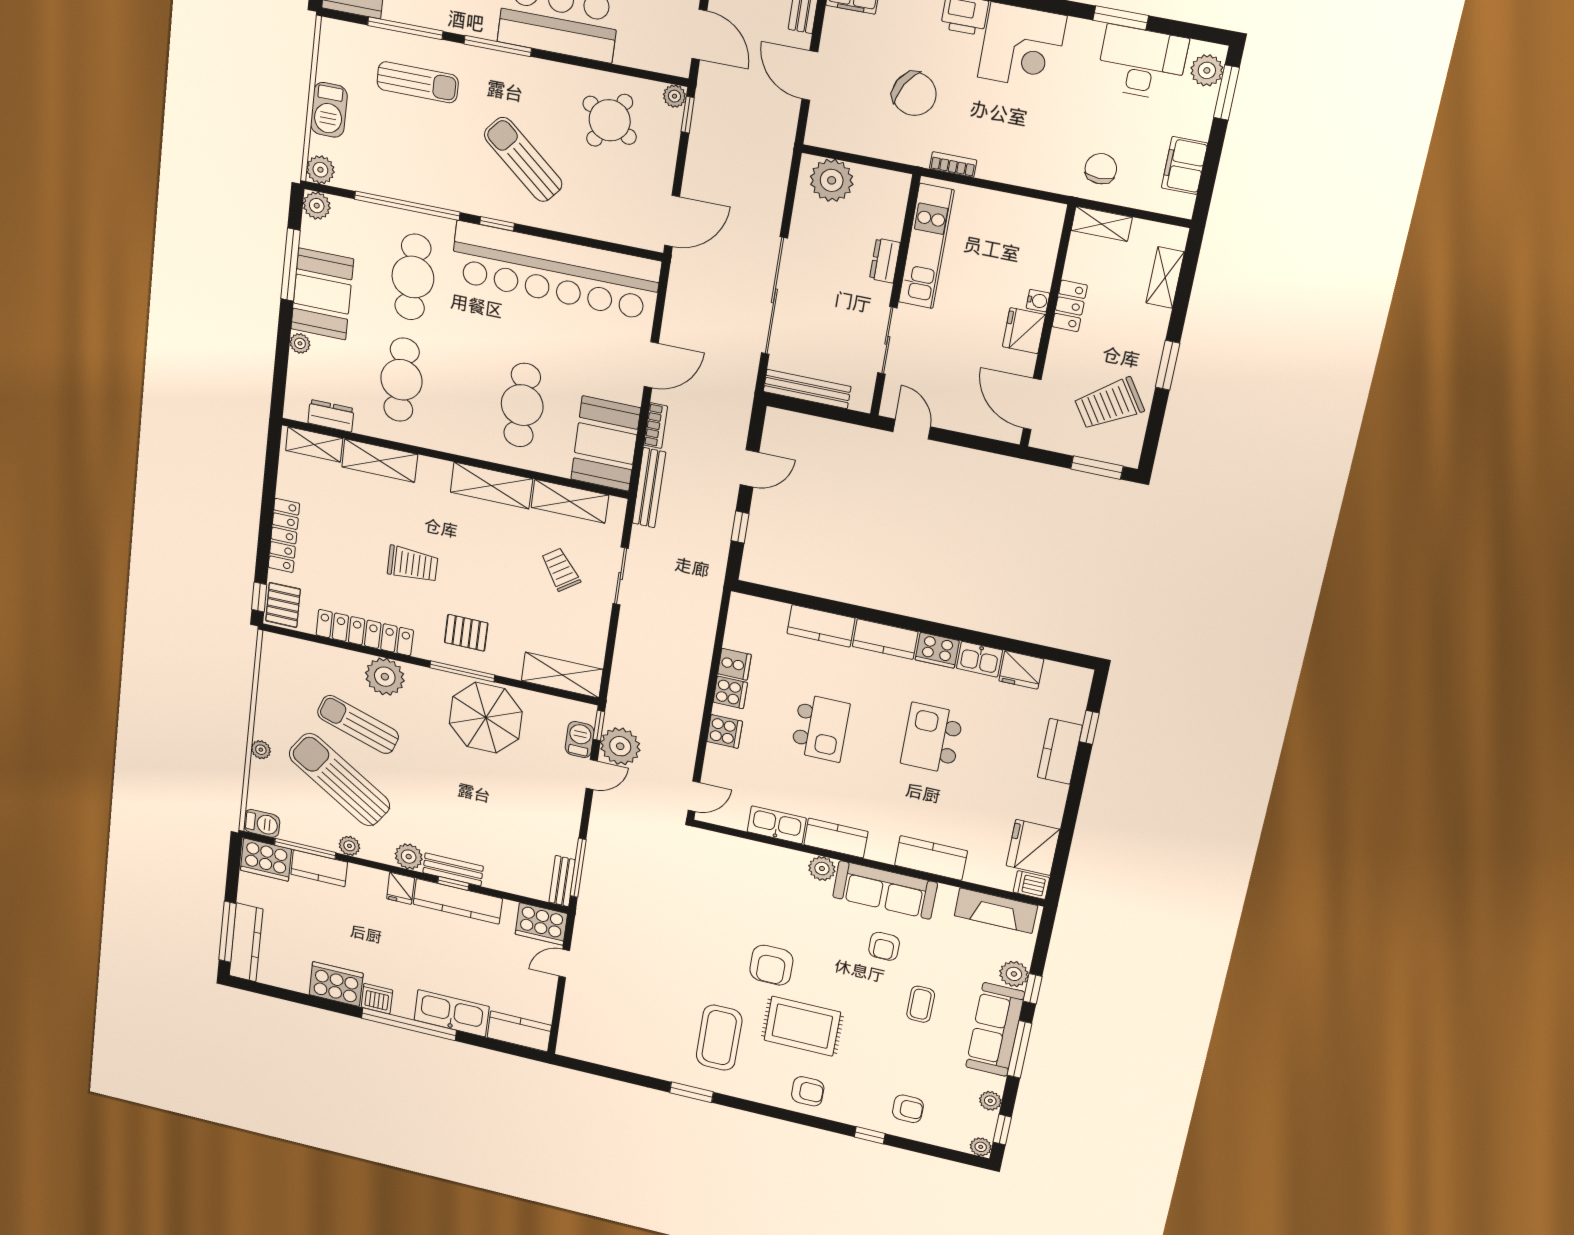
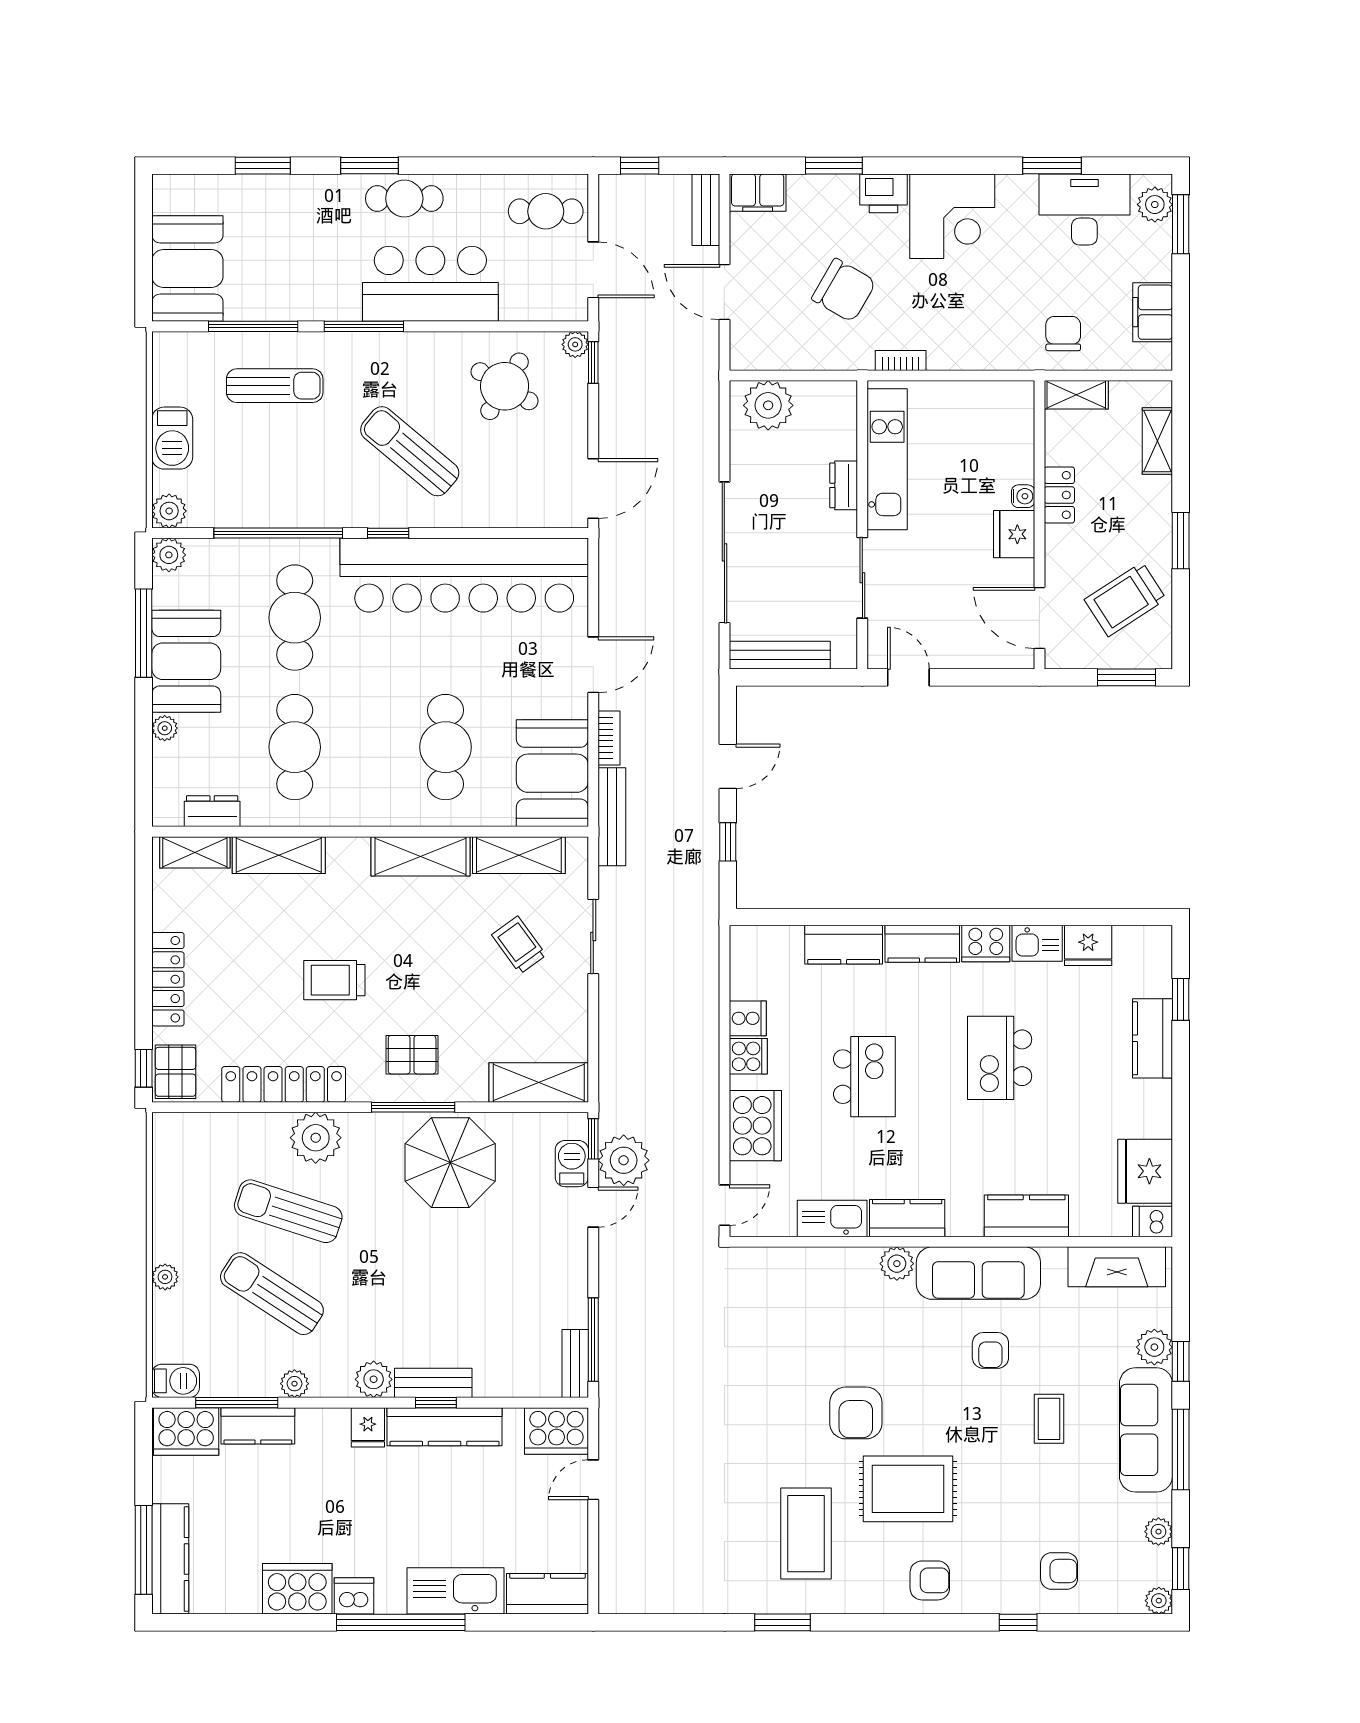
trolley: (413, 564) -> (334, 980), turned 180
cooker: (725, 731) -> (755, 1126), width x1.87, depth x1.31
sun lounger: (339, 780) -> (272, 1294), width x0.73, depth x0.75

